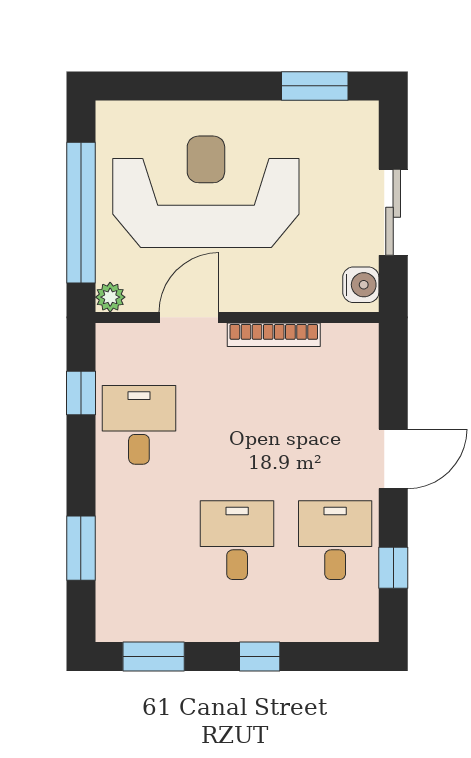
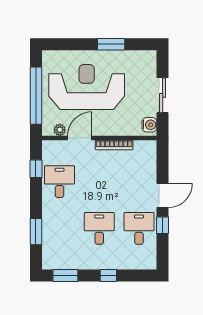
window: (315, 86) -> (111, 44), moved
plant: (110, 297) -> (60, 130), moved
window: (393, 568) -> (163, 225), moved

